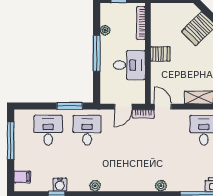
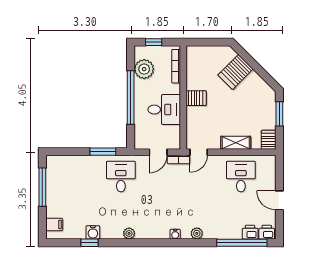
plant: (105, 30) -> (144, 69), width x1.88, depth x1.88
window: (97, 53) -> (131, 97), width x1.46
door: (163, 107) -> (199, 152), swing flipped
desk: (48, 130) -> (81, 176), removed
water cooler: (140, 186) -> (175, 234), added

